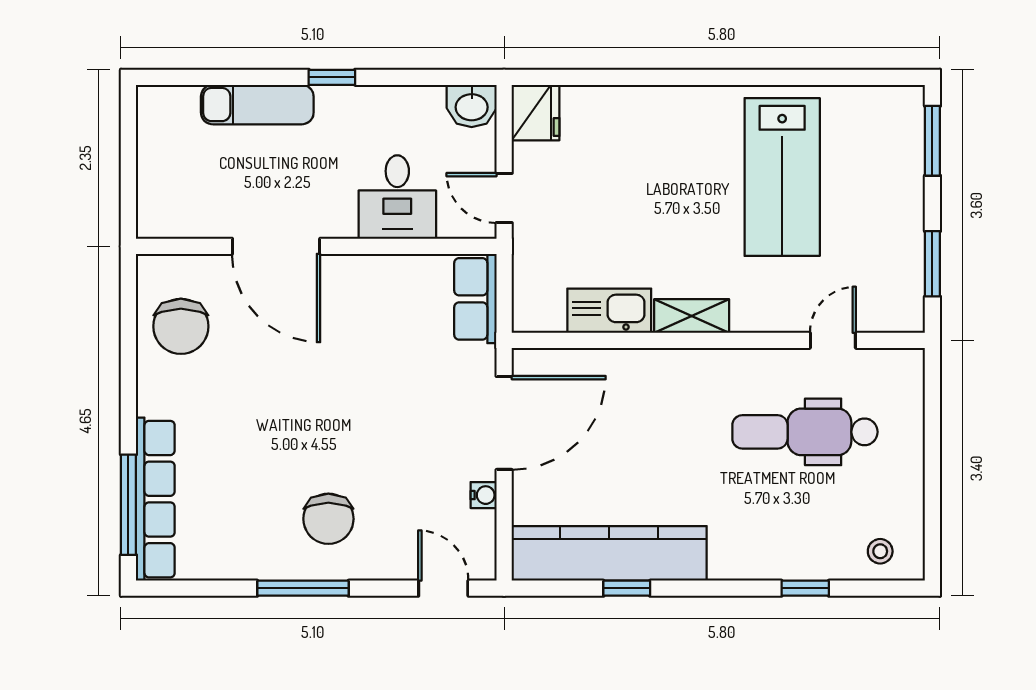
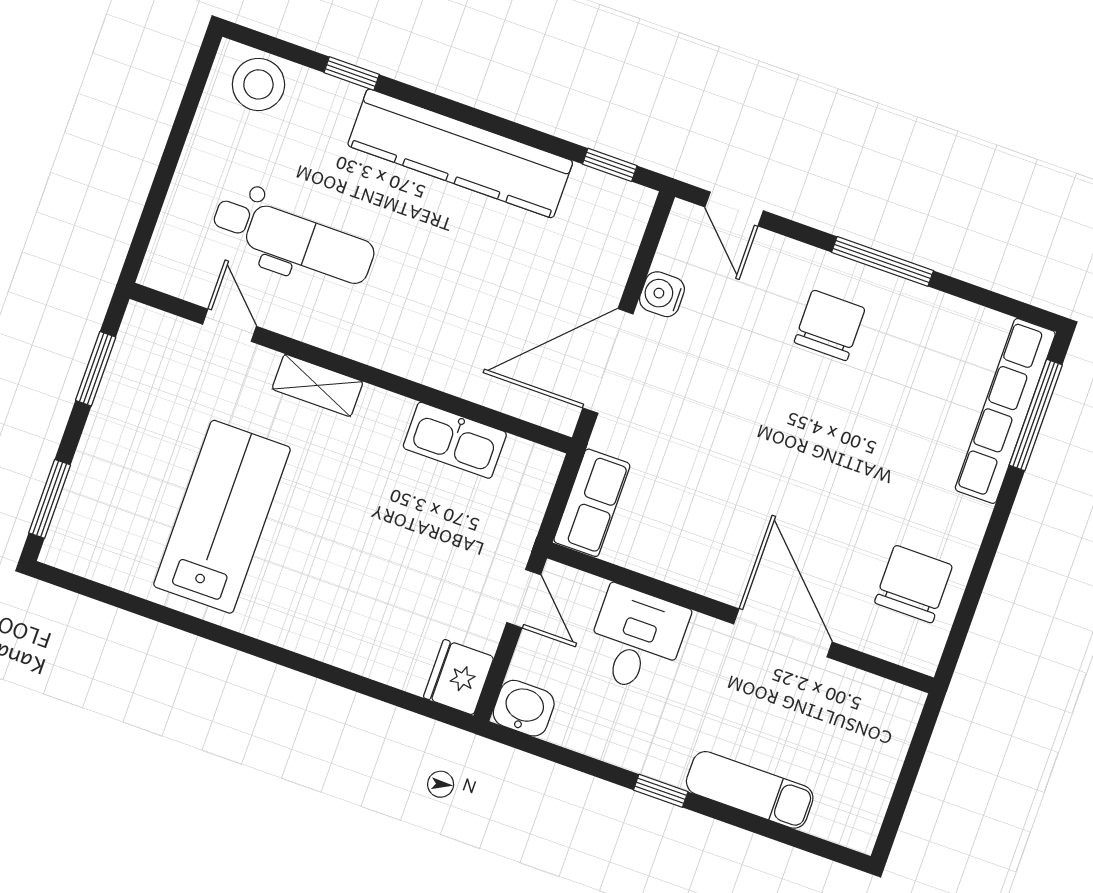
shelving: (692, 316) -> (318, 385), moved
door: (833, 340) -> (229, 325), swing flipped
water cooler: (484, 495) -> (662, 294), width x1.38, depth x1.38
stool: (880, 551) -> (258, 84), width x1.89, depth x1.89
kitchen counter: (609, 553) -> (460, 153), moved
window: (627, 588) -> (610, 165), moved

